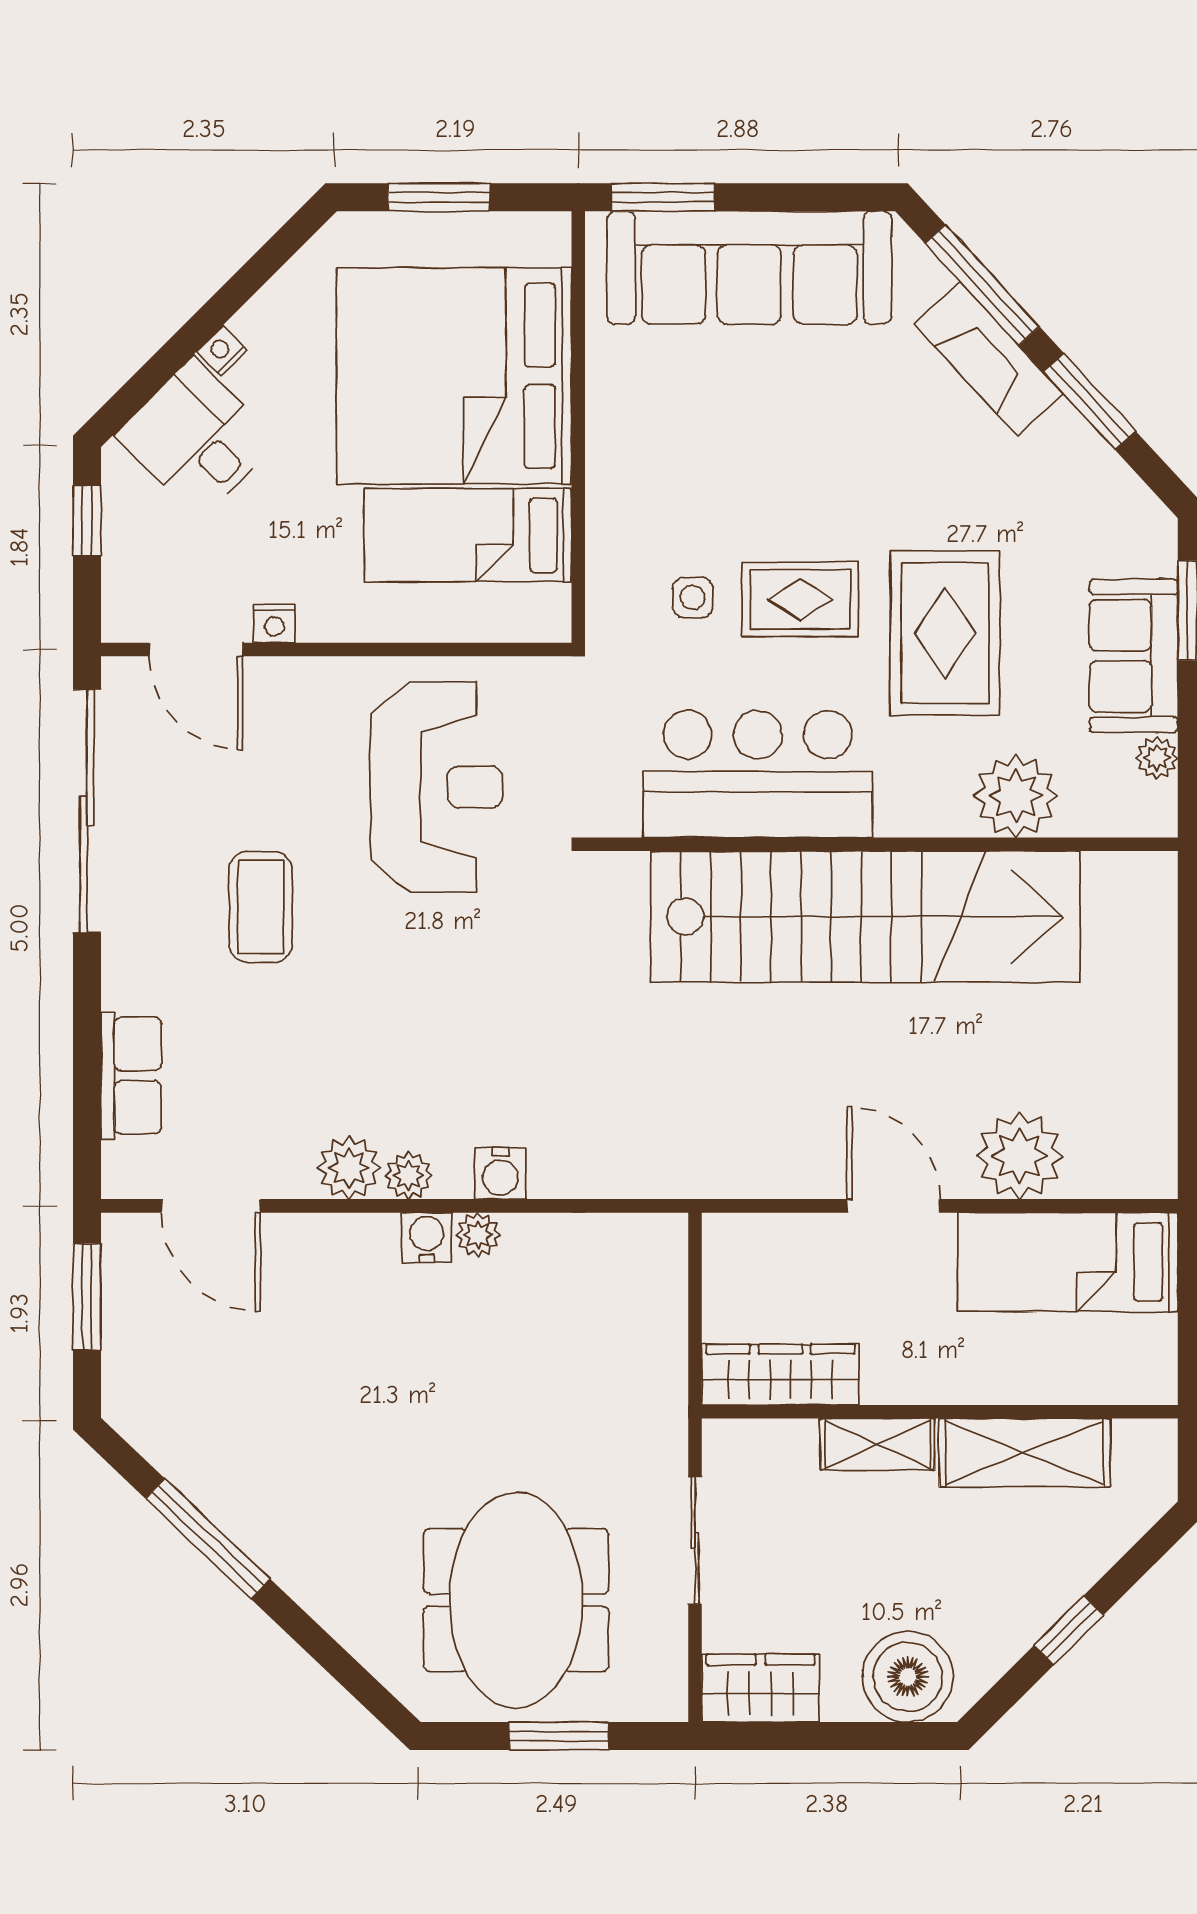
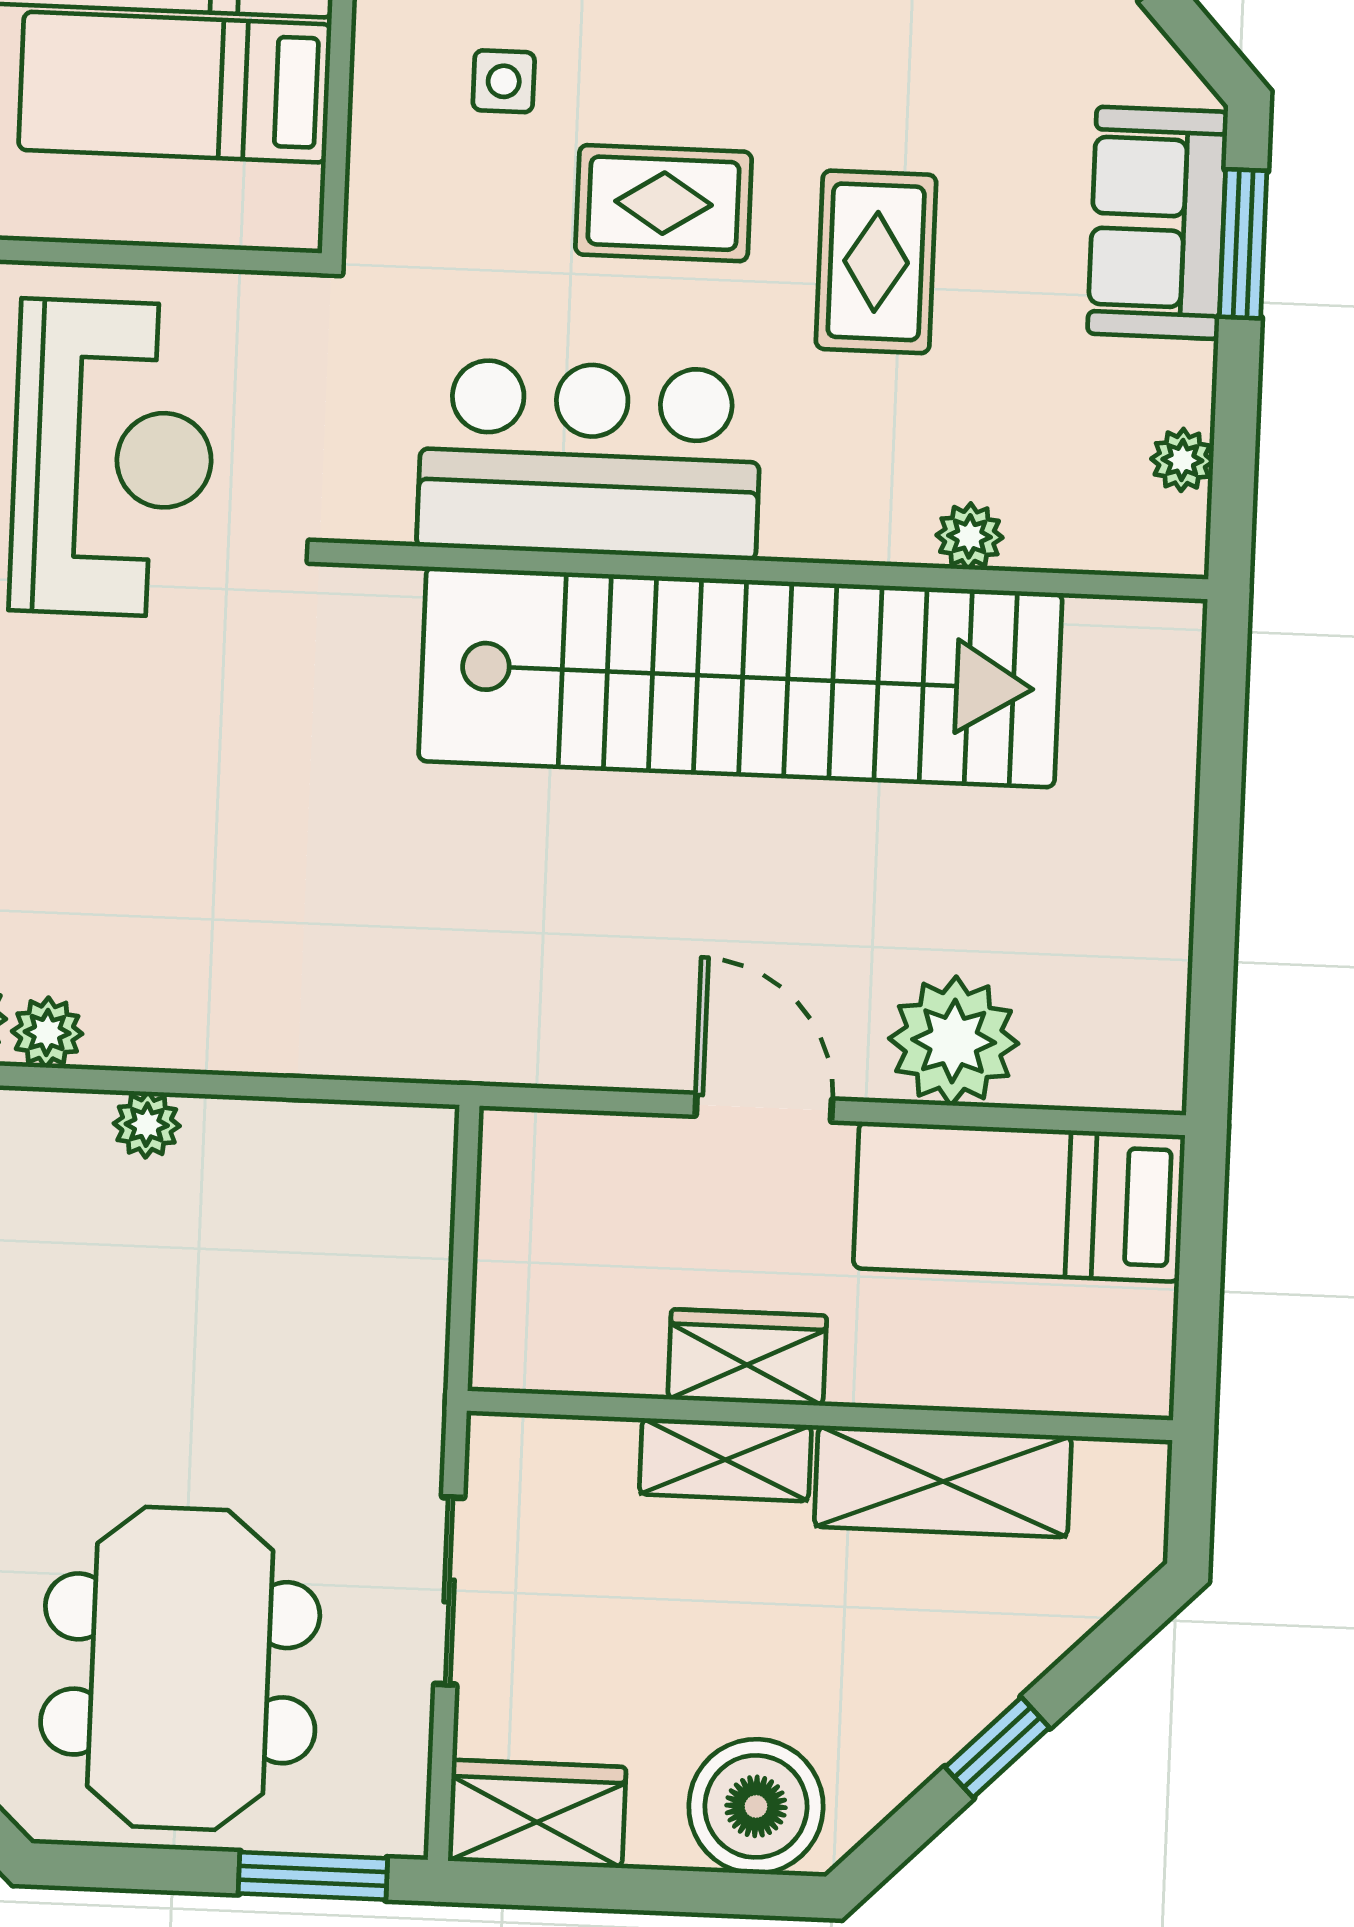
side table: (693, 598) -> (504, 81), moved
rug: (945, 633) -> (876, 262), width x0.73, depth x0.70
sofa: (1134, 656) -> (1158, 223), moved
plant: (1016, 796) -> (969, 536), width x0.53, depth x0.53
water cooler: (500, 1173) -> (184, 1035), removed
water cooler: (427, 1237) -> (70, 1125), removed
wardrobe: (780, 1375) -> (747, 1357), moved, width x0.67
window: (559, 1736) -> (313, 1876), moved

